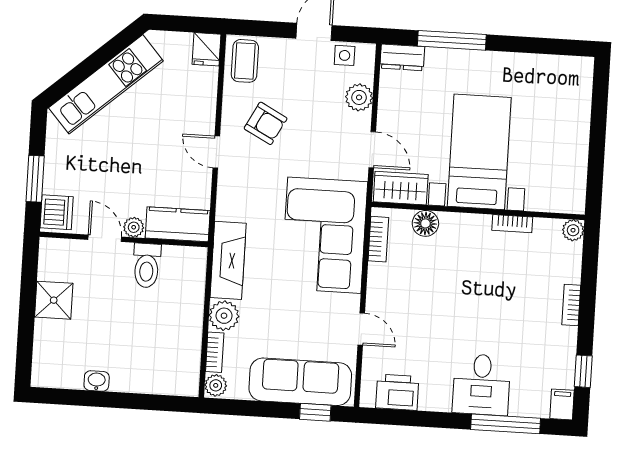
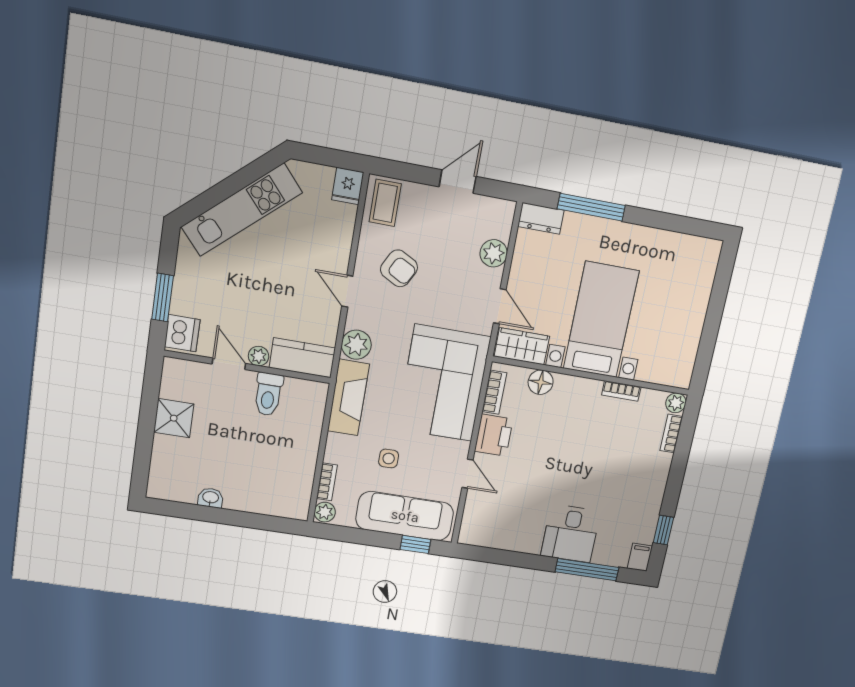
side table: (345, 55) -> (389, 458), moved
bookcase: (571, 305) -> (671, 433), moved
plant: (224, 316) -> (356, 345), moved
printer: (397, 392) -> (494, 435), moved, turned 90

